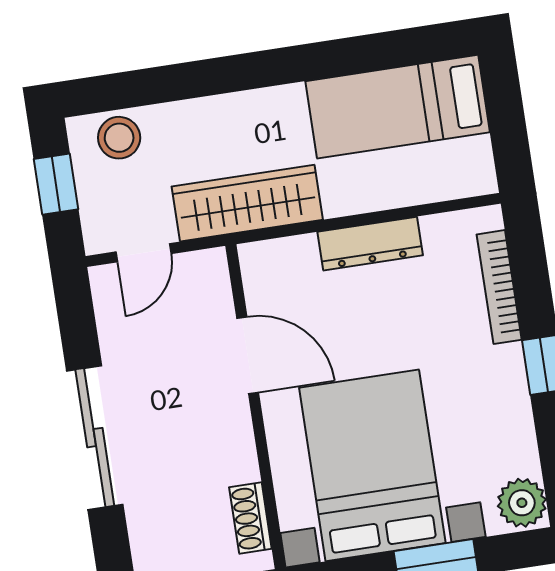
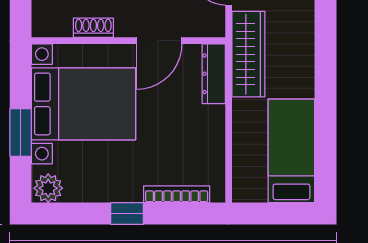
dresser: (370, 244) -> (214, 74), moved
shoe rack: (250, 518) -> (93, 28), moved

